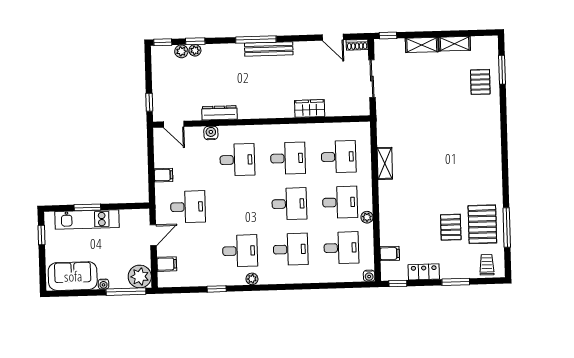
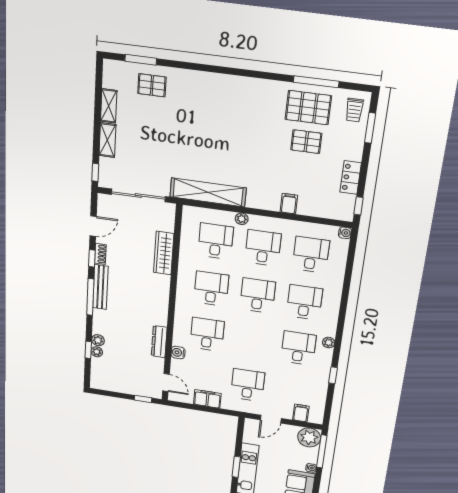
window: (163, 42) -> (92, 258), moved
shoe rack: (357, 45) -> (100, 254), moved
plant: (181, 51) -> (98, 340), moved
sliding door: (372, 79) -> (138, 195), width x1.37
wardrobe: (310, 108) -> (164, 253), width x1.50
door: (174, 124) -> (166, 383), hinge flipped
shelving: (385, 163) -> (208, 192), width x2.20, depth x1.33
filing cabinet: (164, 175) -> (207, 399), width x2.00
plant: (367, 217) -> (242, 219), moved
door: (153, 235) -> (271, 419), swing flipped
filing cabinet: (390, 254) -> (289, 204), moved
trolley: (487, 265) -> (354, 110), turned -90
window: (456, 282) -> (370, 128), moved

